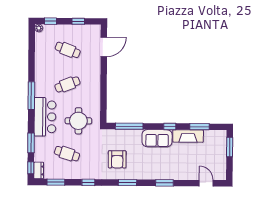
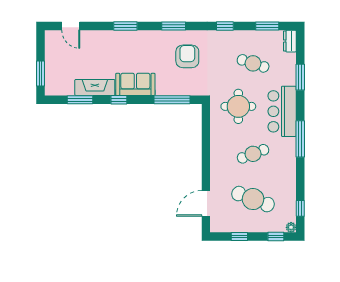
cafe table: (68, 50) -> (253, 199), width x1.37, depth x1.35
window: (31, 168) -> (300, 208), moved

